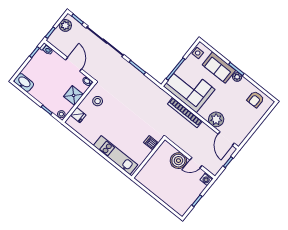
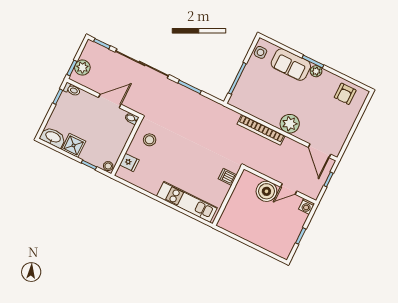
plant: (65, 25) -> (82, 68), moved
door: (74, 64) -> (110, 101), hinge flipped
corner sofa: (189, 88) -> (260, 98), removed
shower: (74, 95) -> (74, 145), moved
plant: (216, 119) -> (290, 124), moved

